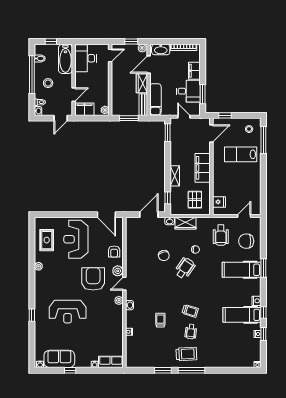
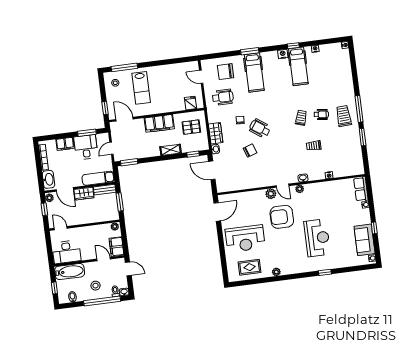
window: (32, 75) -> (102, 301), moved
chair: (246, 241) -> (226, 72), turned 90
armchair: (114, 252) -> (252, 200), removed
window: (263, 334) -> (314, 43), removed

